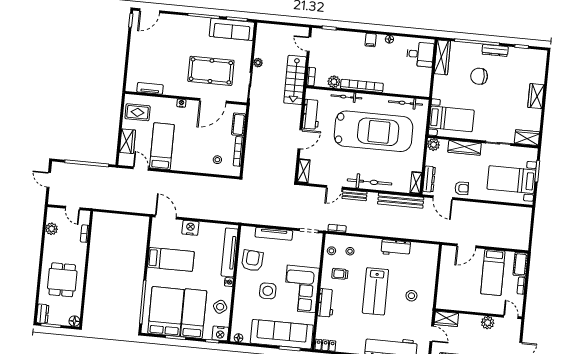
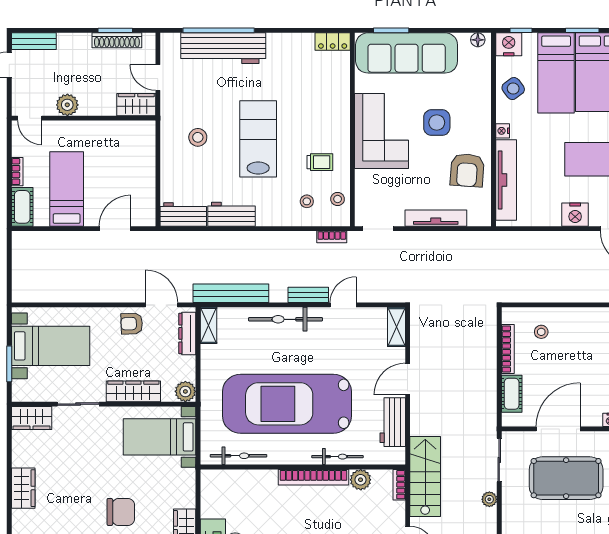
workbench: (326, 303) -> (183, 214), moved, turned 90

